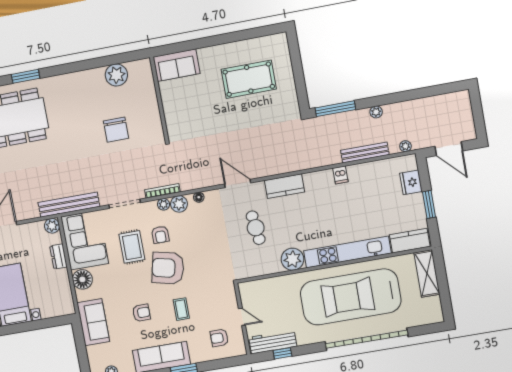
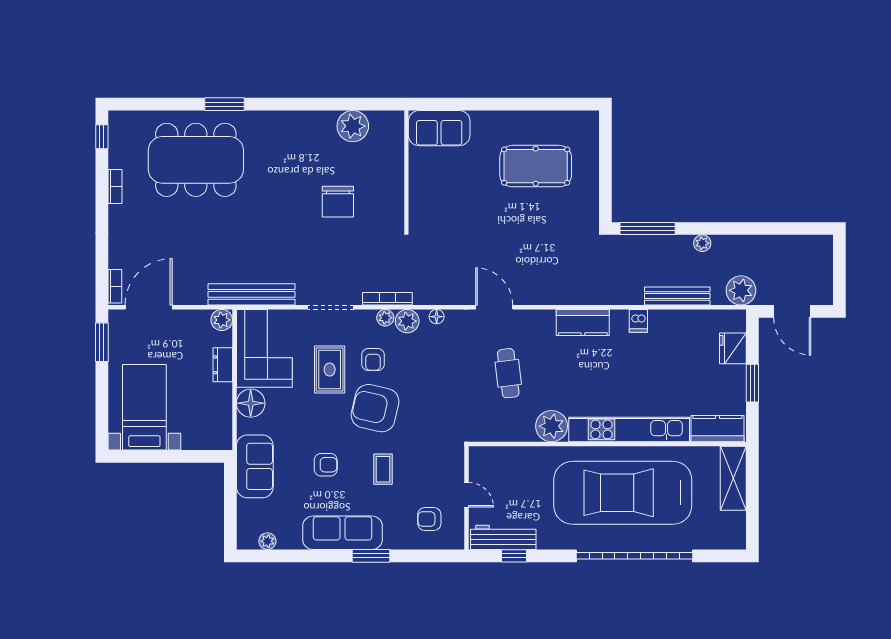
plant: (405, 146) -> (741, 290), width x1.88, depth x1.88
kitchen counter: (285, 186) -> (583, 322), moved

